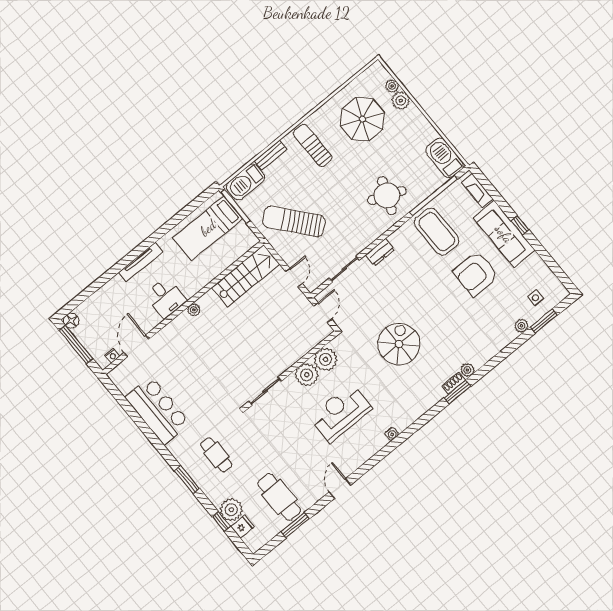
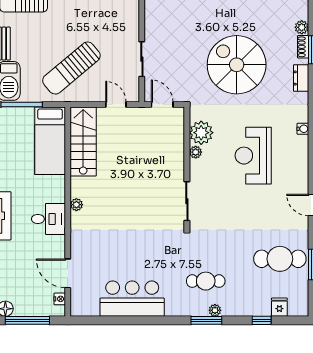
bed: (208, 228) -> (50, 141), moved
dresser: (380, 252) -> (301, 78), moved, turned 180
spiral stairs: (399, 344) -> (237, 65), width x1.37, depth x1.37
plant: (307, 375) -> (196, 152), width x0.53, depth x0.53
plant: (231, 510) -> (215, 310), moved, width x0.53, depth x0.53

